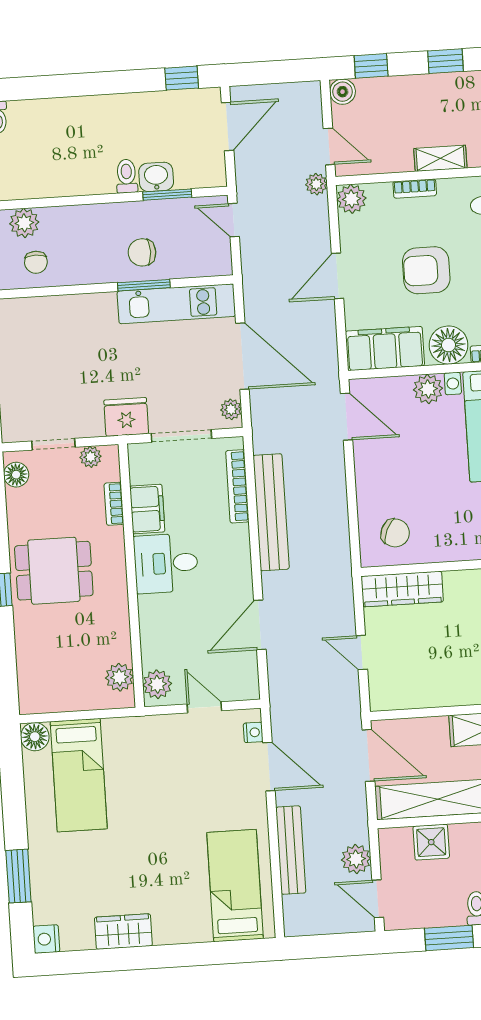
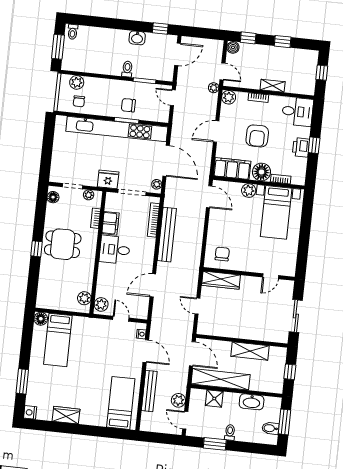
washbasin: (156, 177) -> (137, 38), moved, turned 180
armchair: (426, 270) -> (257, 136), turned -90
kitchen unit: (176, 304) -> (117, 129), width x1.86
chair: (395, 533) -> (222, 254), turned -114

